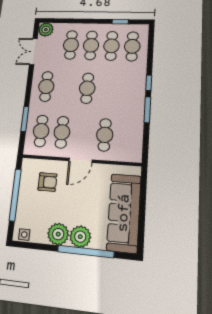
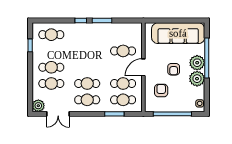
cafe table: (111, 46) -> (51, 51), removed
cafe table: (87, 88) -> (87, 84), moved
door: (81, 160) -> (143, 67), swing flipped
armchair: (74, 202) -> (174, 69), added

